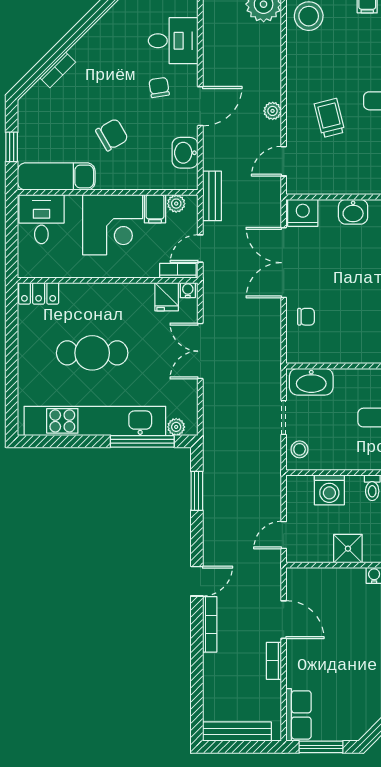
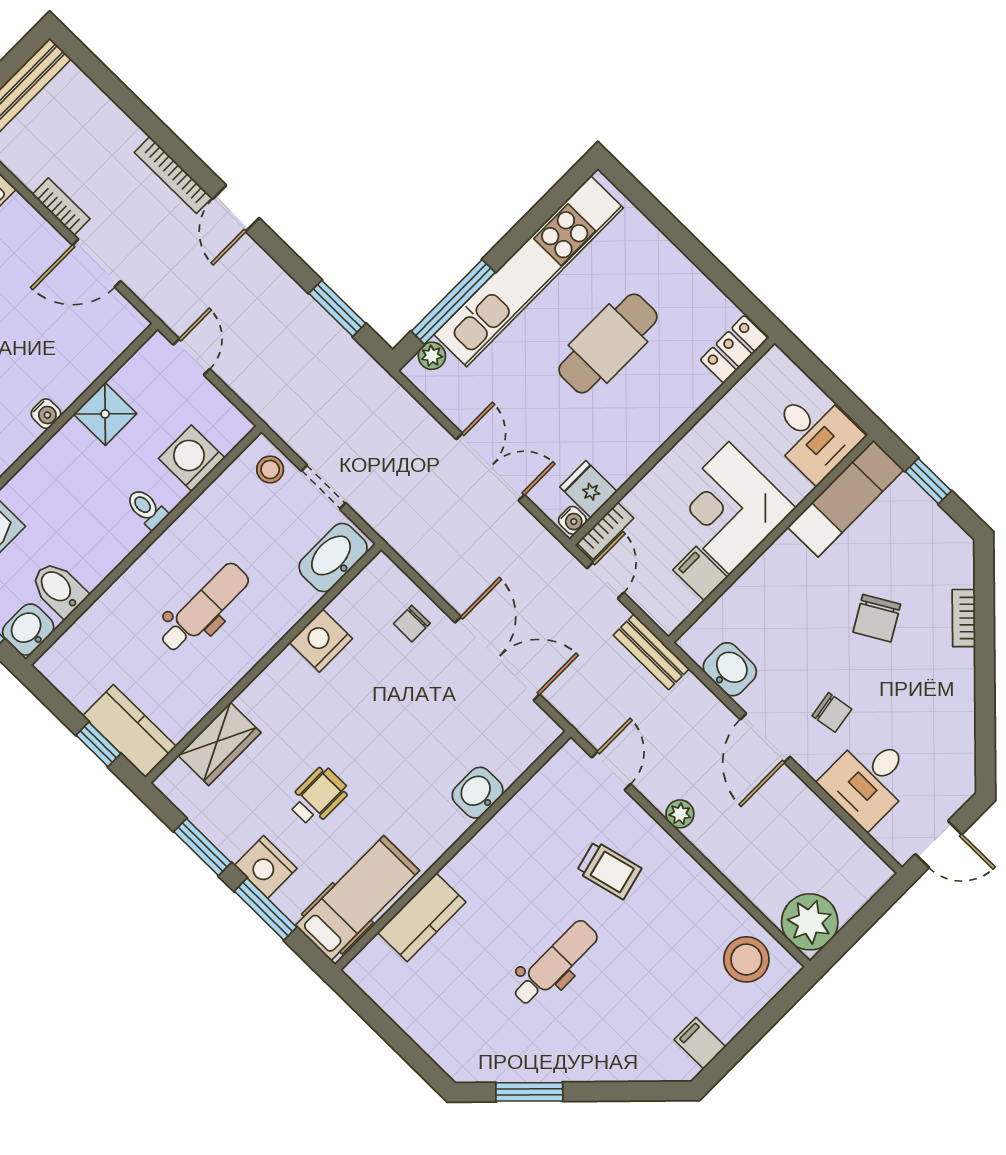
chair: (112, 135) -> (877, 618), moved
plant: (176, 204) -> (683, 603), removed
nightstand: (303, 213) -> (321, 640), moved, turned 180

